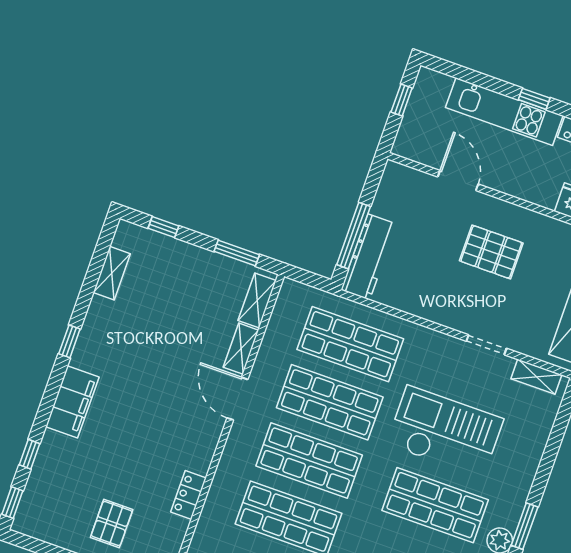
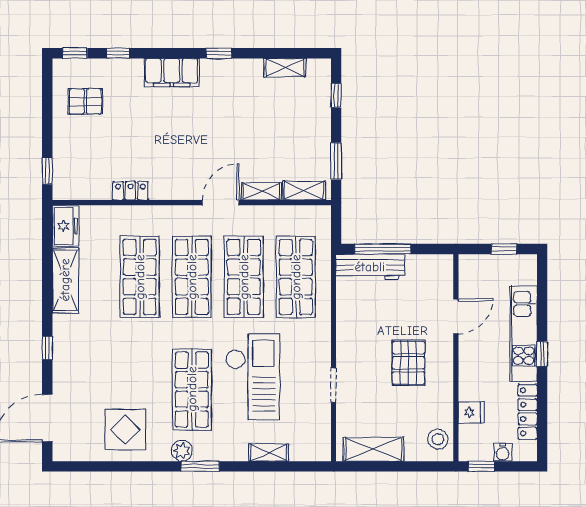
shelving: (536, 377) -> (269, 452), moved, turned 90
pallet: (112, 523) -> (85, 101), moved

